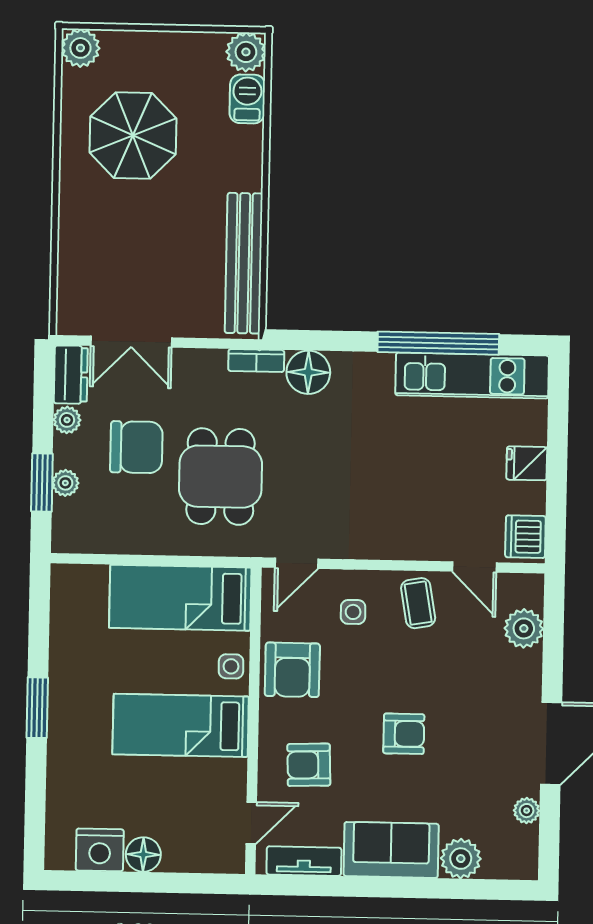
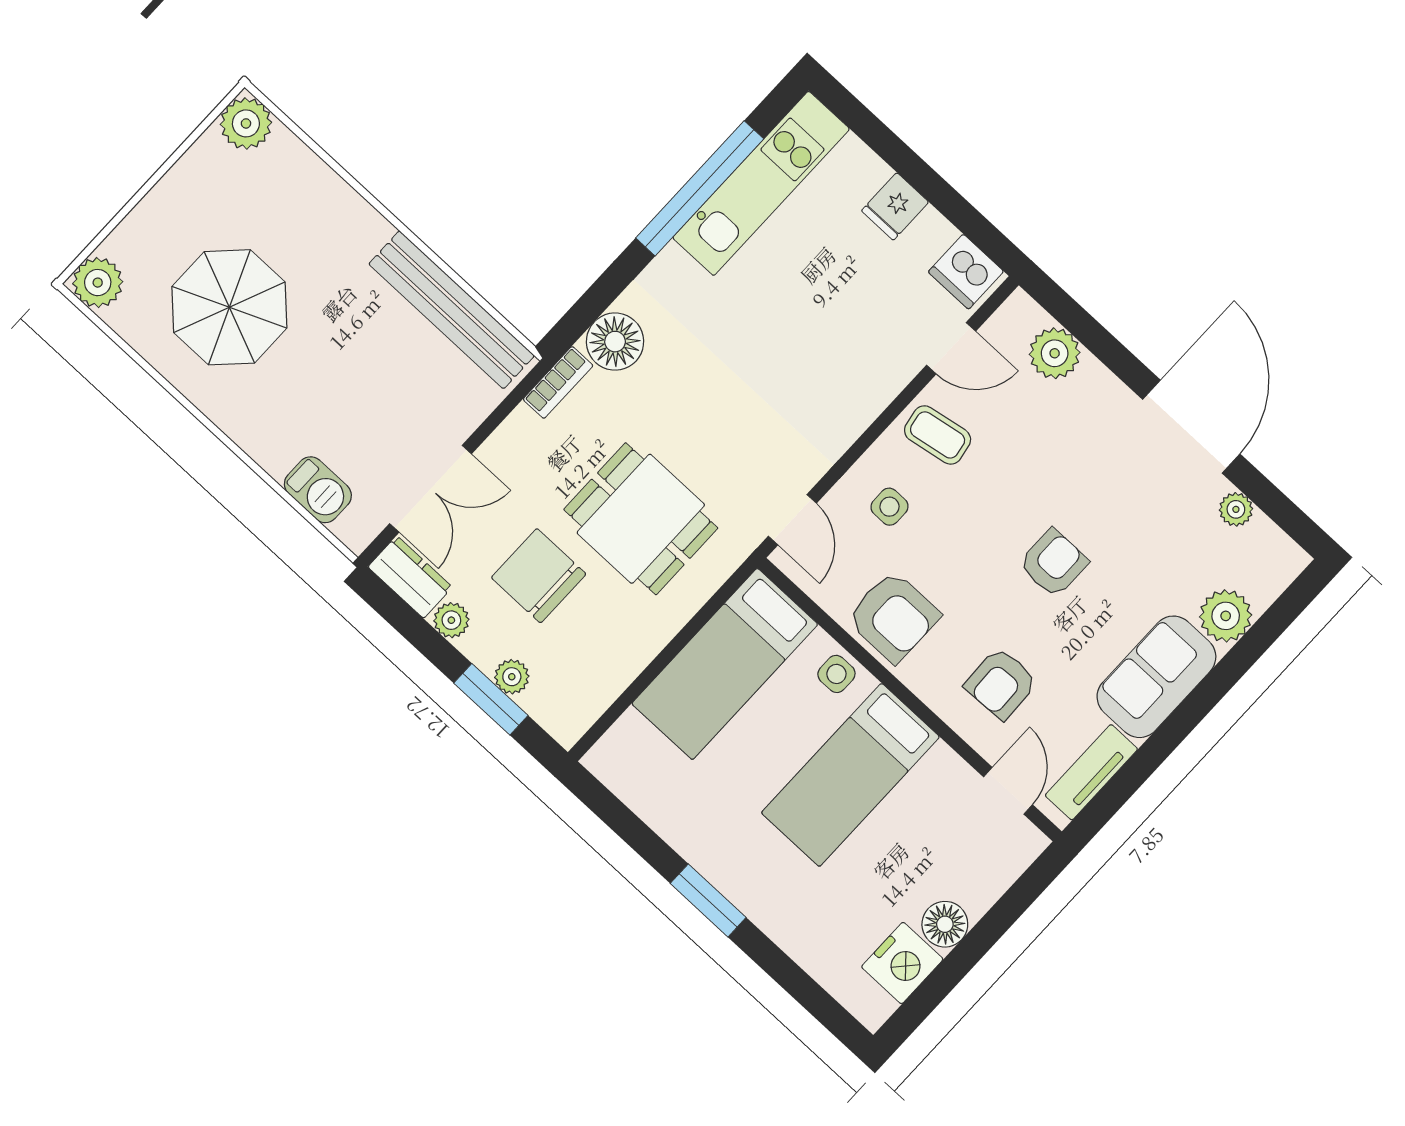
barbecue: (247, 99) -> (318, 490), moved, turned 180
chair: (136, 447) -> (539, 576), turned -90

